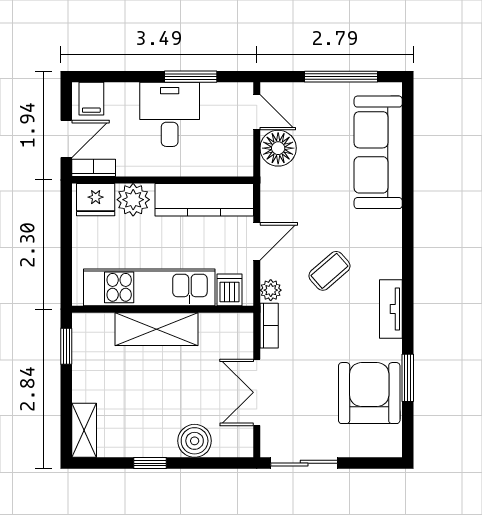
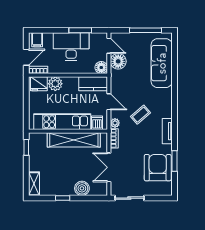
desk: (170, 114) -> (71, 47), width x1.37
floor lamp: (239, 162) -> (101, 68), added
kitchen counter: (204, 200) -> (93, 84), width x0.67
door: (257, 241) -> (109, 102), hinge flipped
shelving: (156, 329) -> (74, 140), width x1.47

